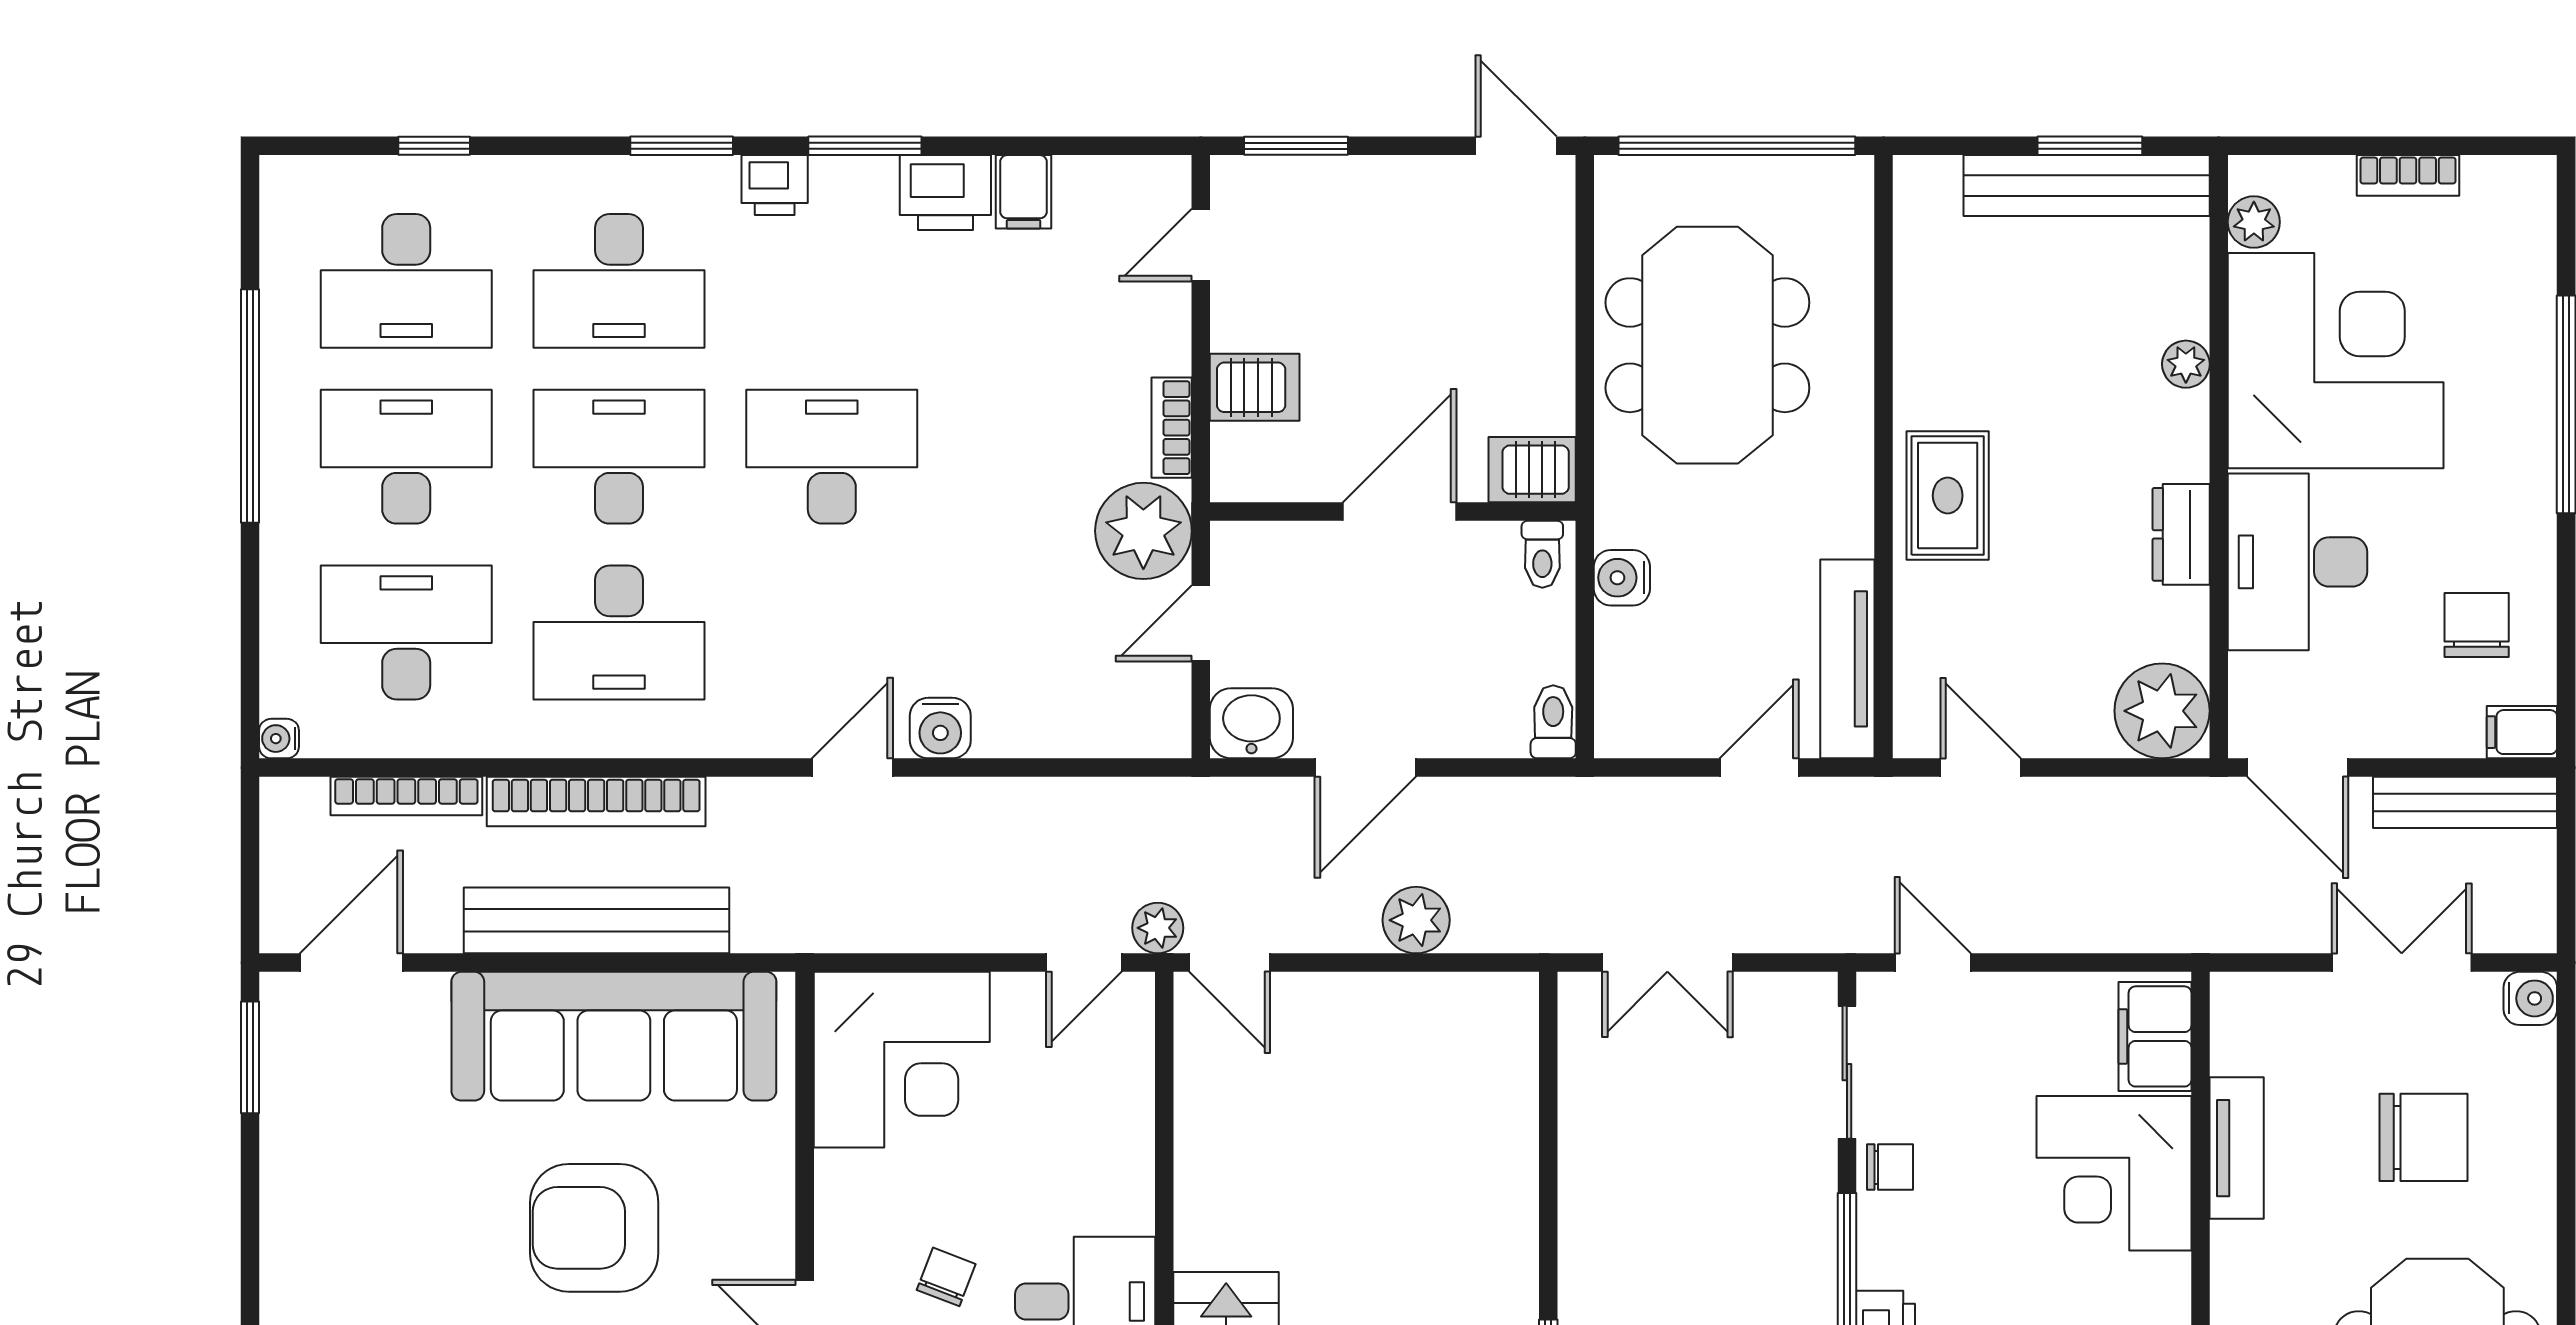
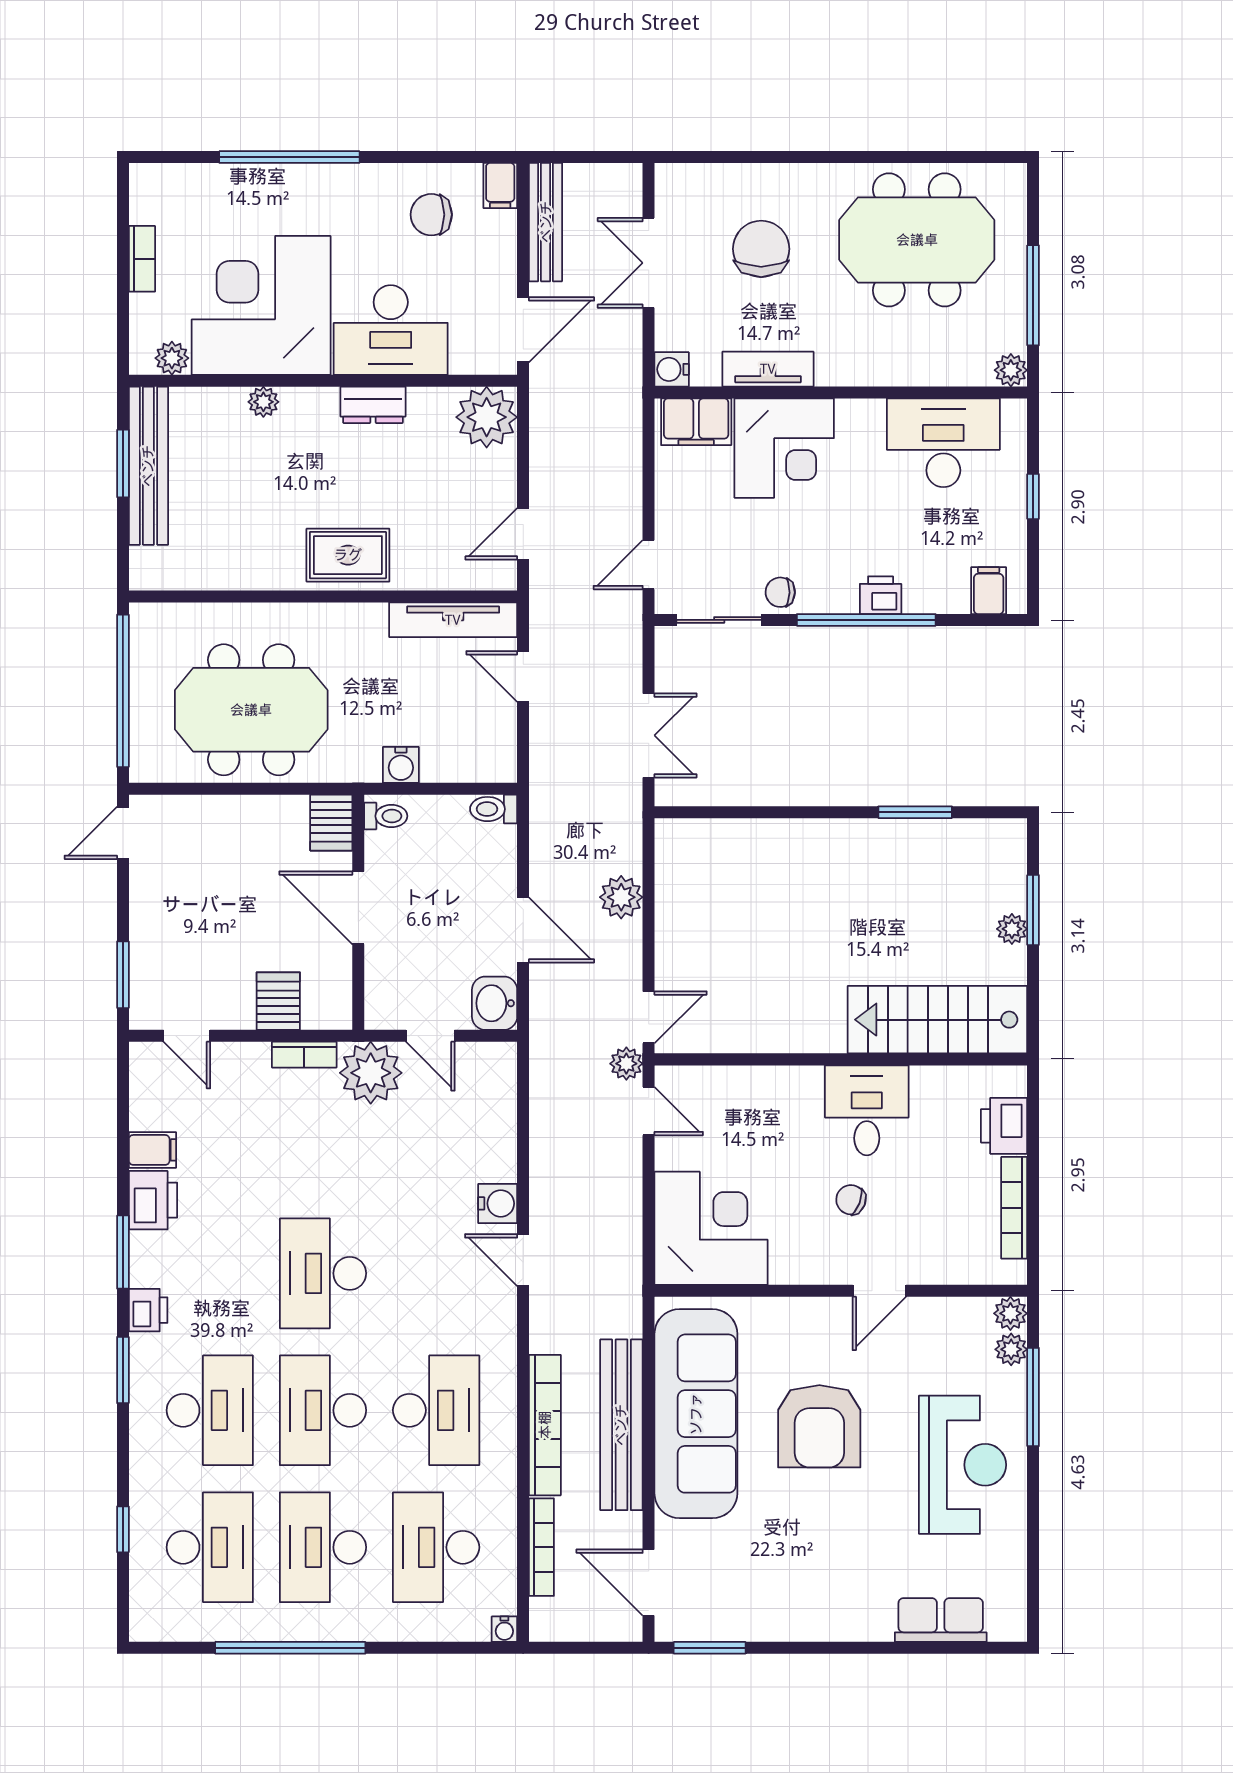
water cooler: (2530, 998) -> (672, 369), moved, turned -90
chair: (1890, 1167) -> (780, 592), turned -88

